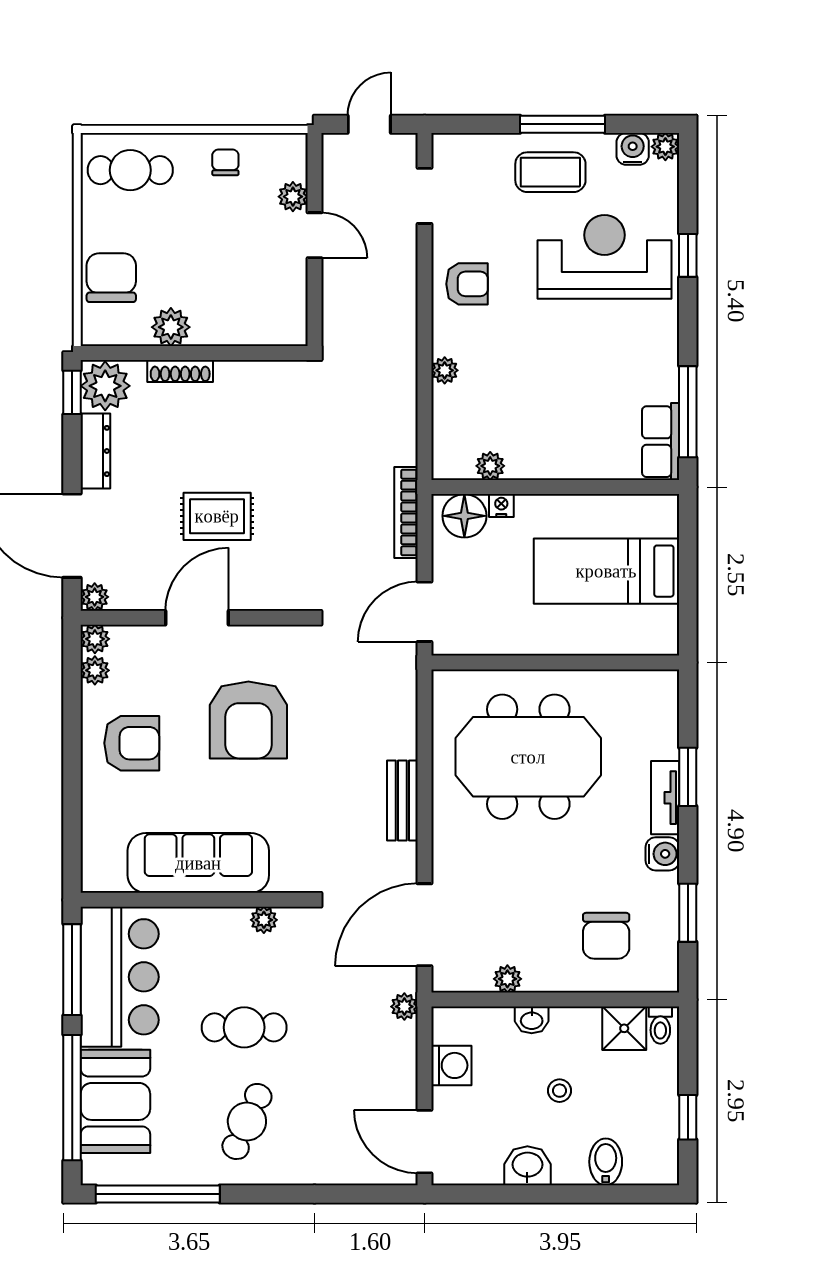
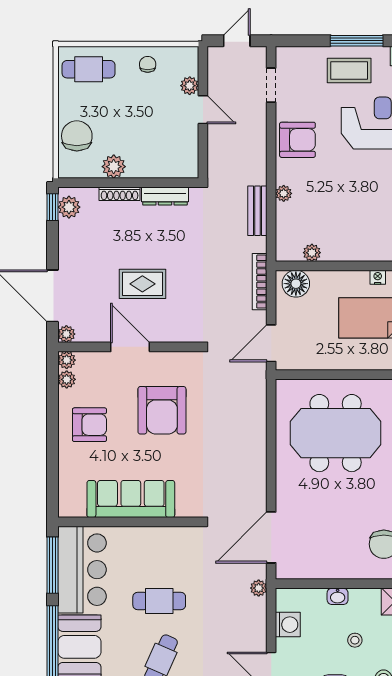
armchair: (467, 284) -> (297, 140), width x1.38, depth x1.38
plant: (105, 386) -> (69, 207), width x0.73, depth x0.73
dresser: (95, 451) -> (165, 196), moved, turned 90
nightstand: (501, 505) -> (378, 277), moved
door: (197, 618) -> (130, 347), hinge flipped
bench: (402, 801) -> (257, 211), moved
plant: (264, 920) -> (171, 534), removed
plant: (507, 979) -> (323, 571), removed

